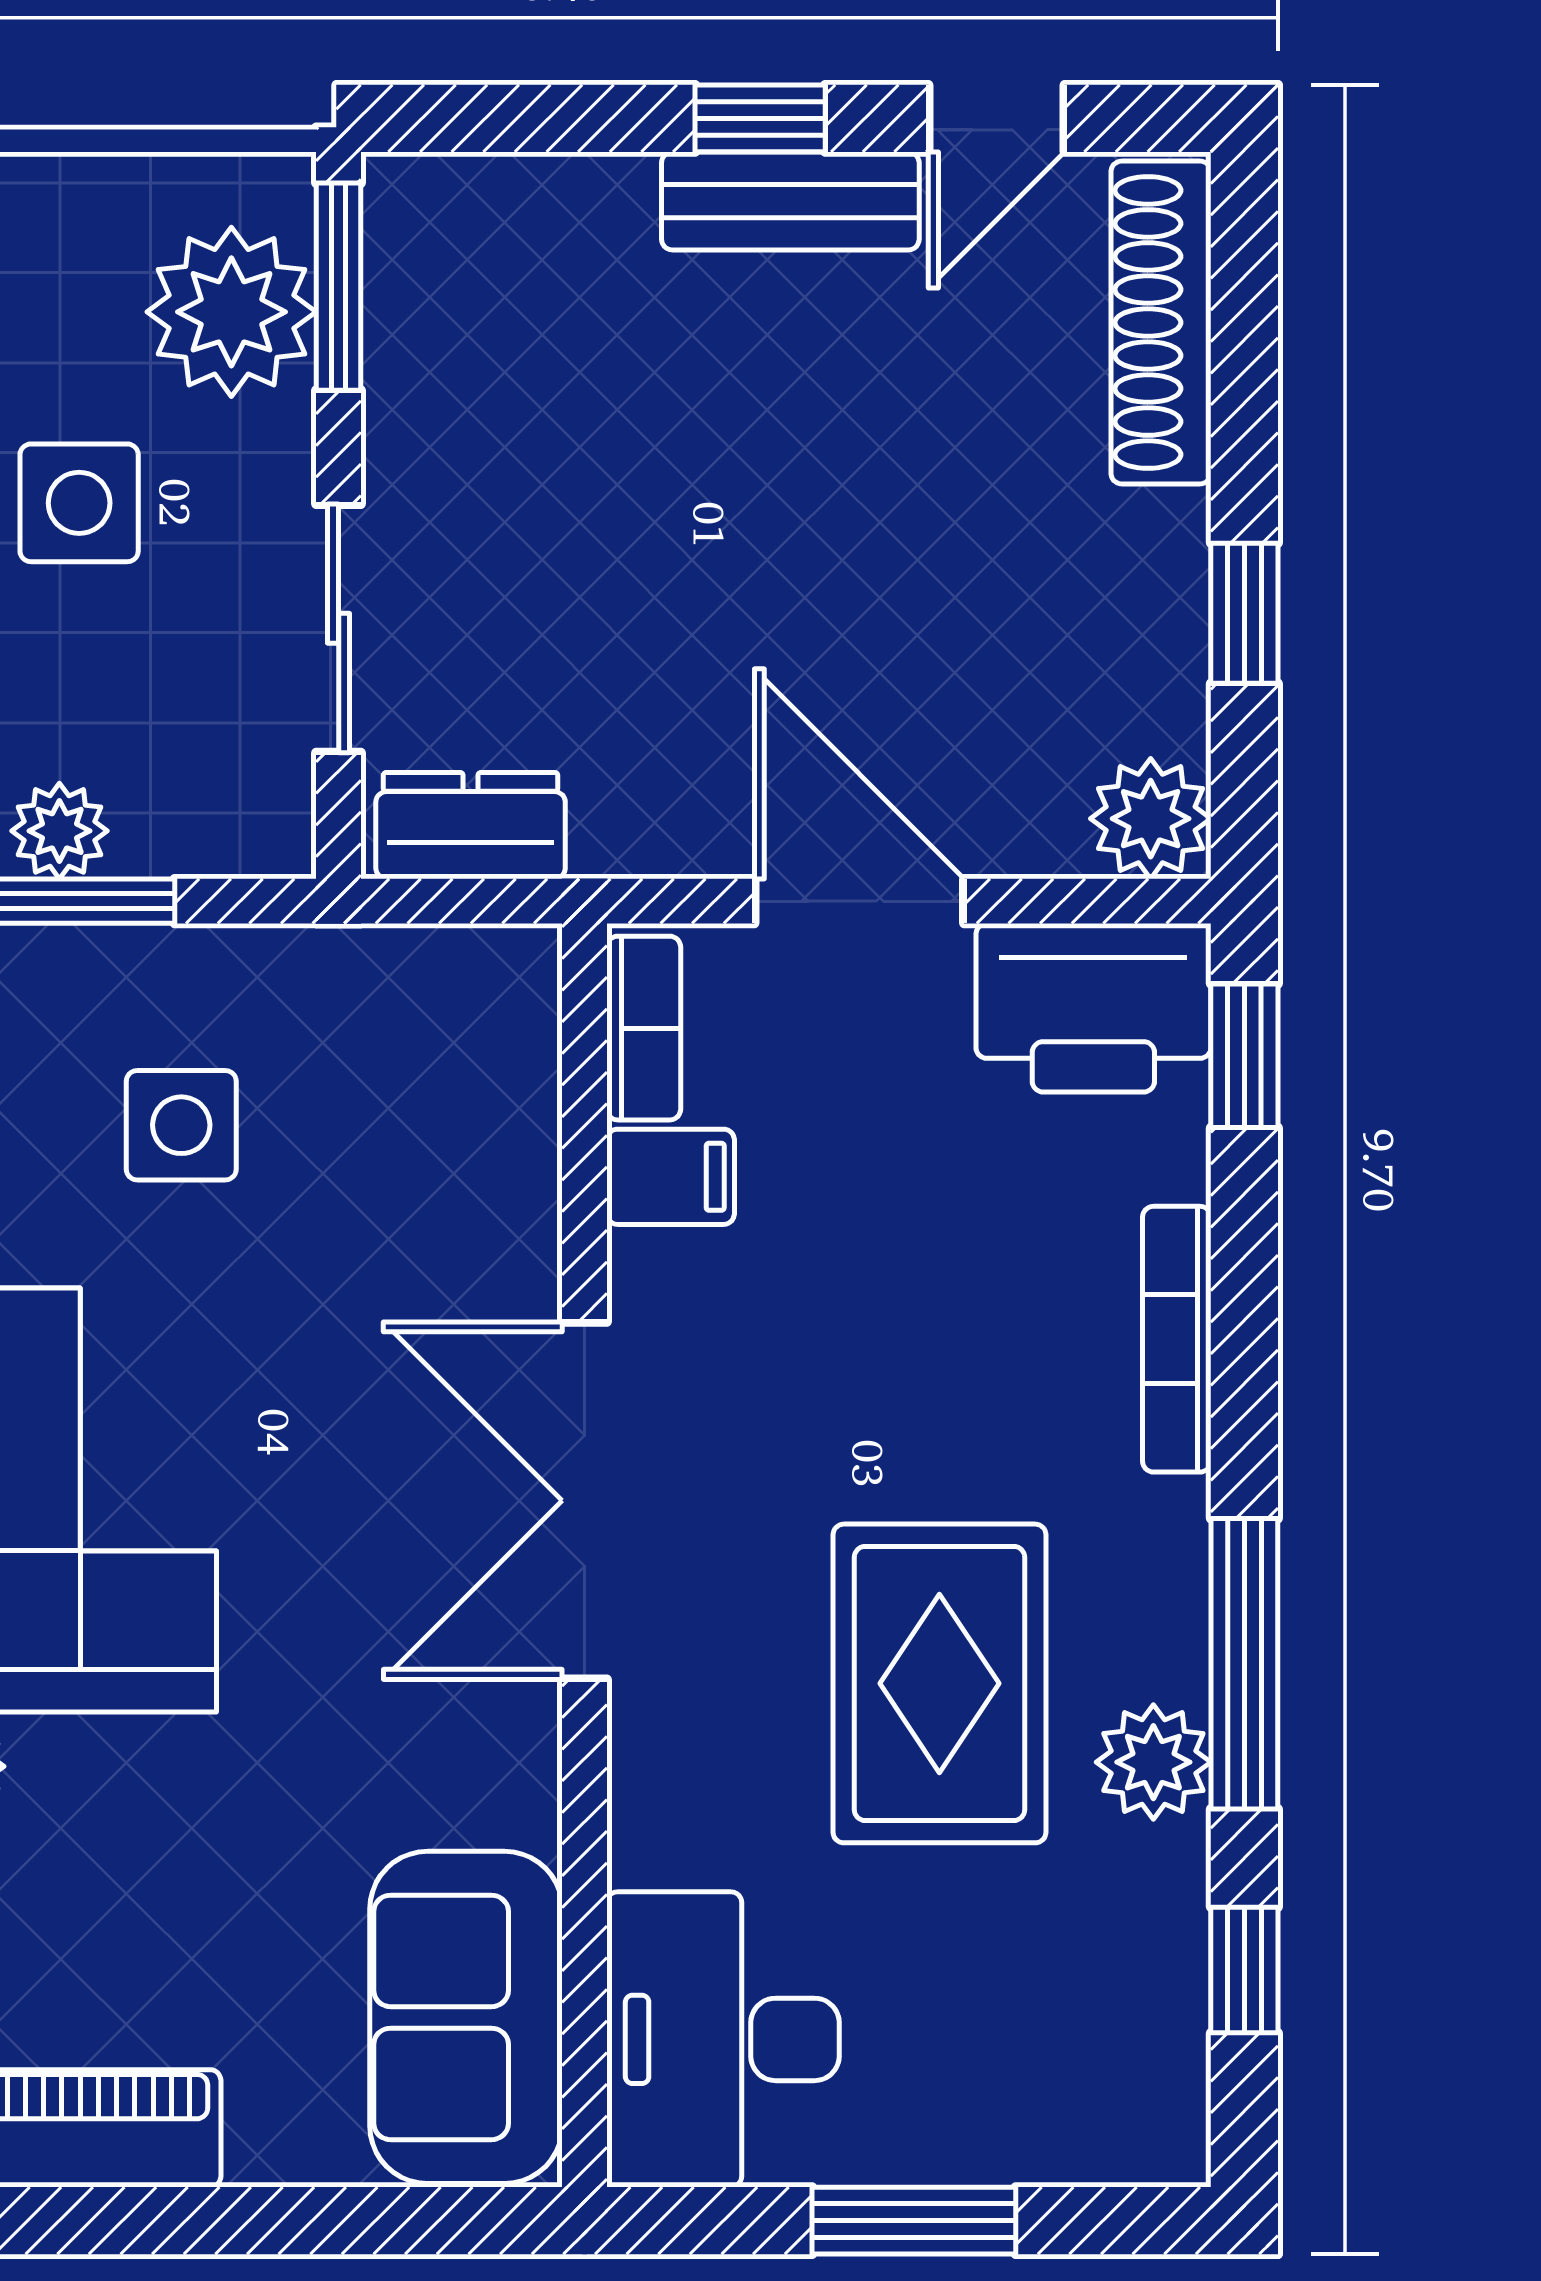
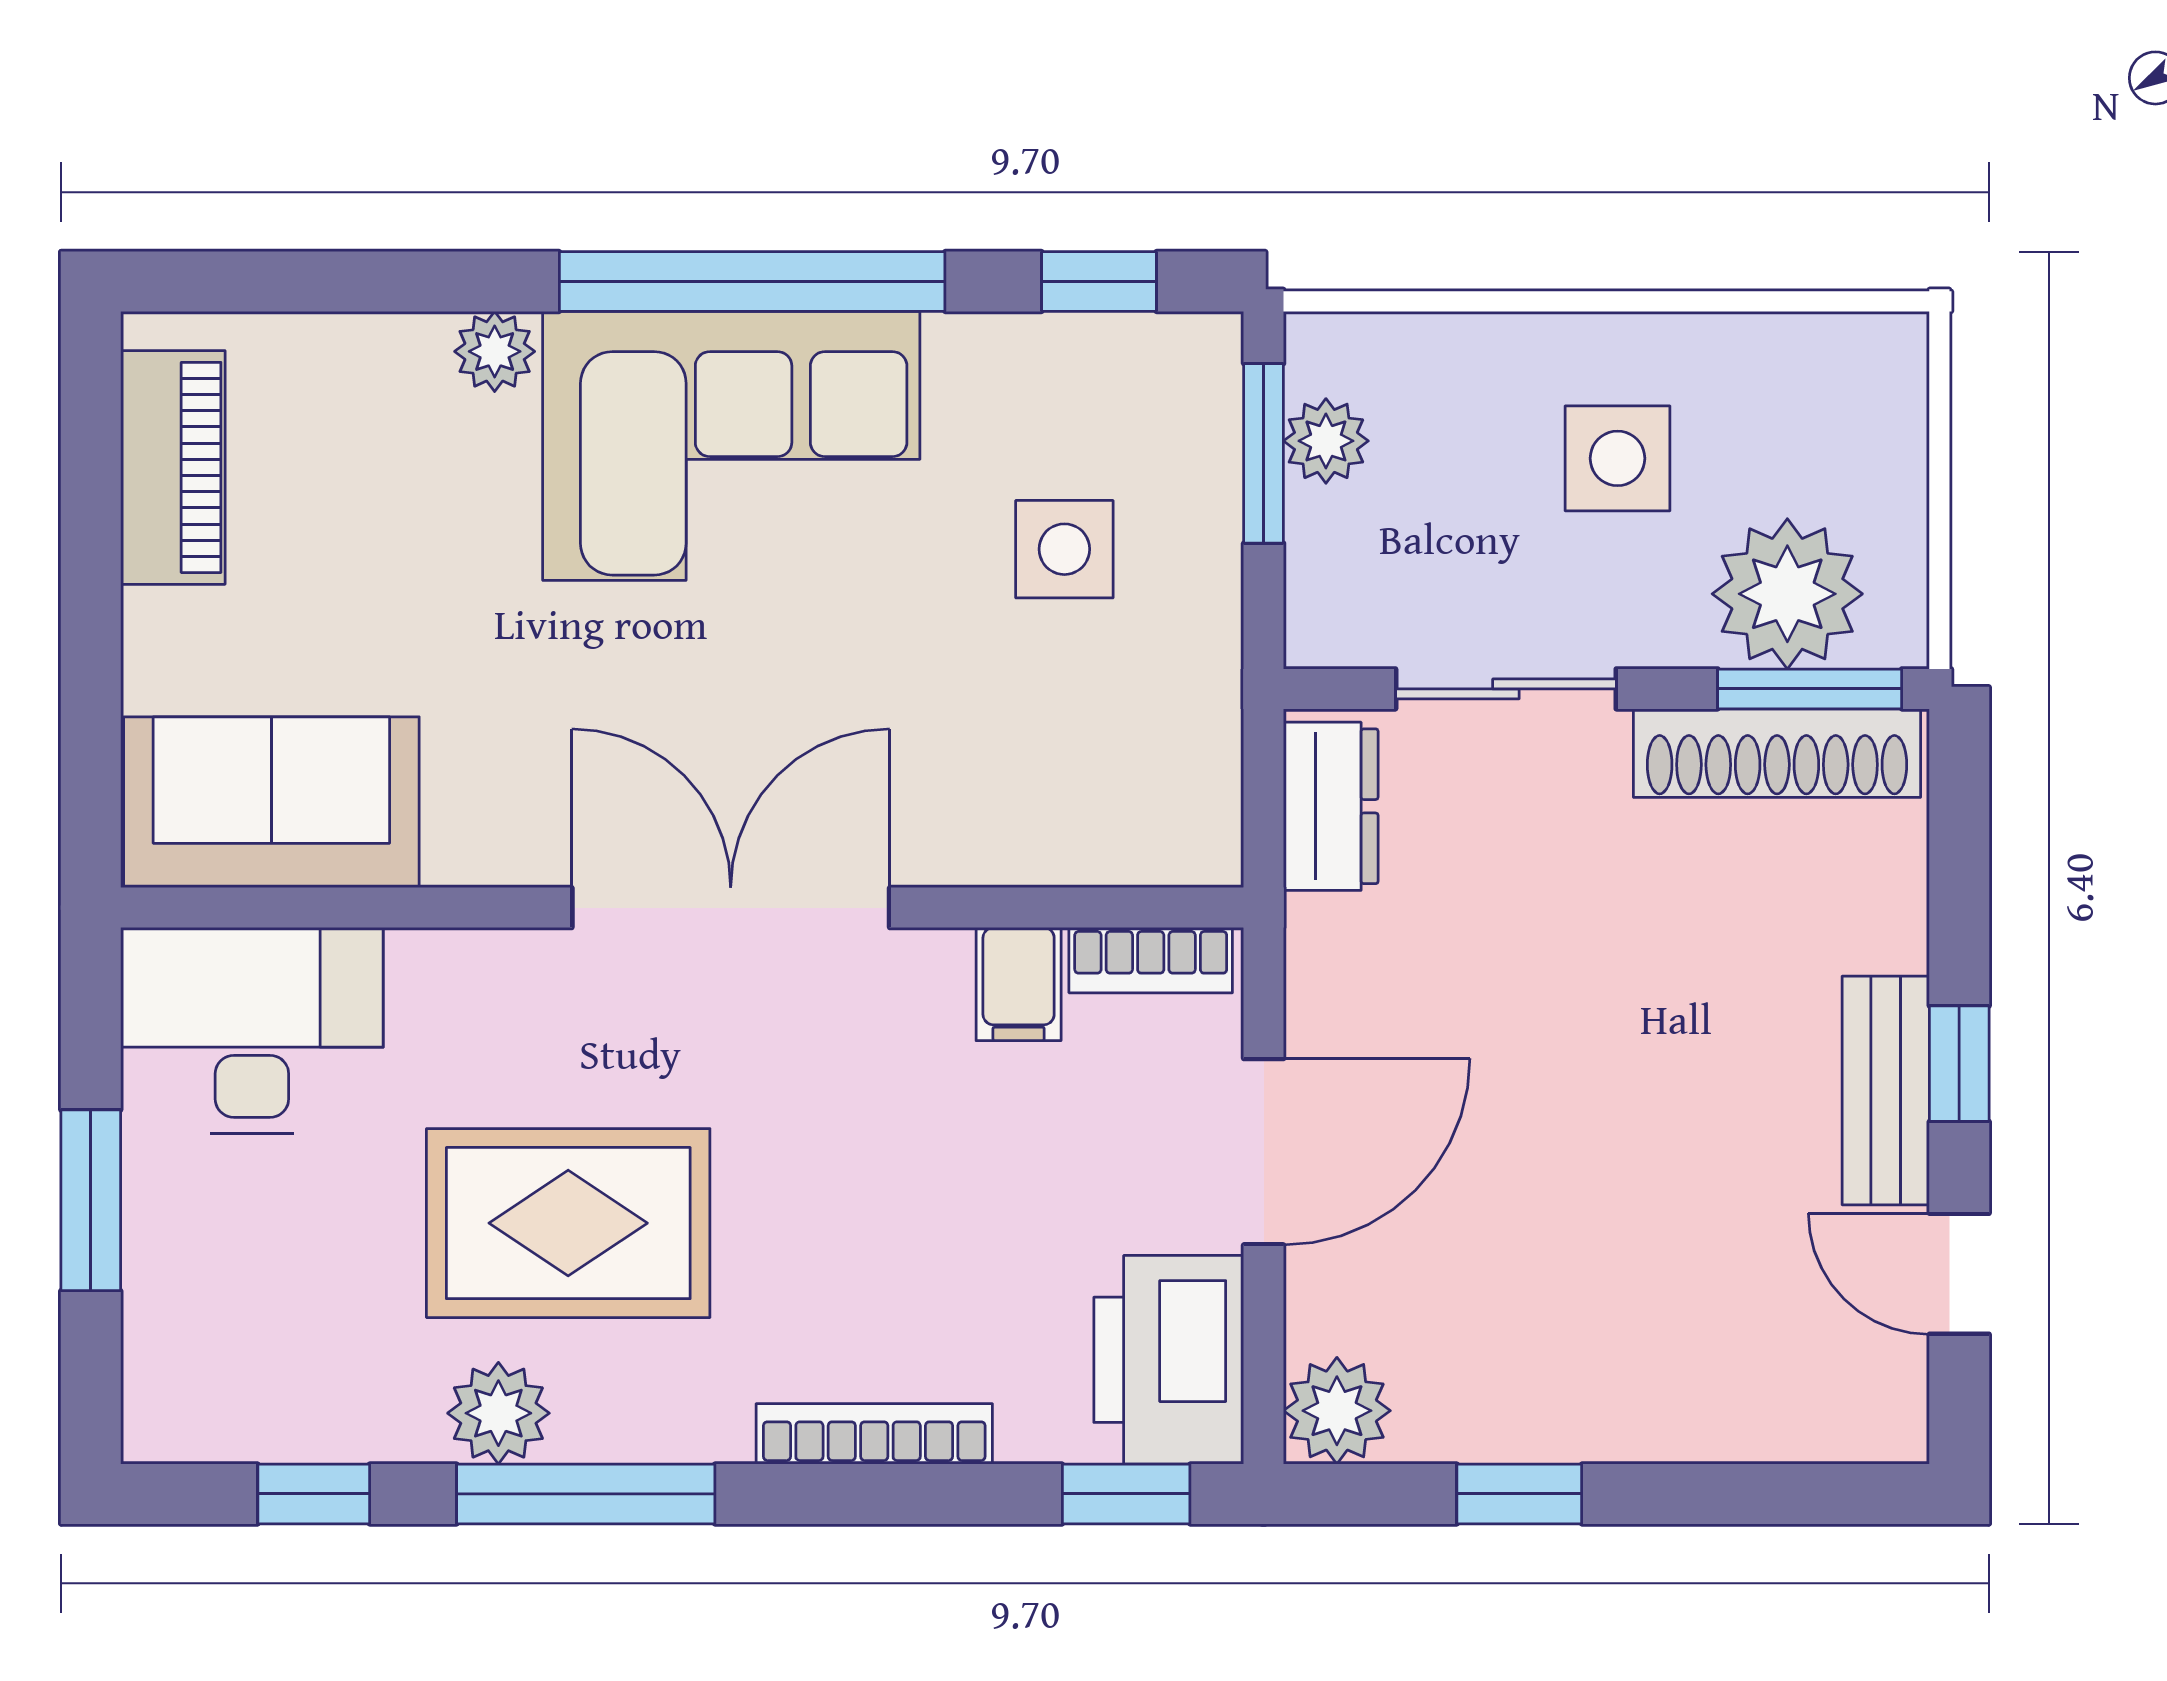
shoe rack: (1161, 322) -> (1777, 753), moved, turned 180

